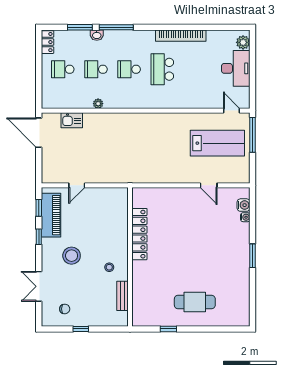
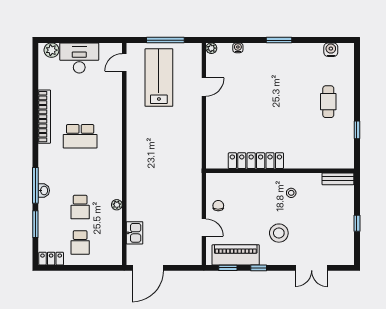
washbasin: (97, 35) -> (44, 190), moved
school desk: (129, 69) -> (80, 172), removed
window: (253, 135) -> (165, 40), moved
plant: (245, 192) -> (211, 48), added
water cooler: (244, 205) -> (331, 50), moved
bench: (122, 296) -> (338, 179), moved
cafe table: (195, 302) -> (328, 102), width x0.73, depth x0.74
chair: (65, 309) -> (218, 206), moved

